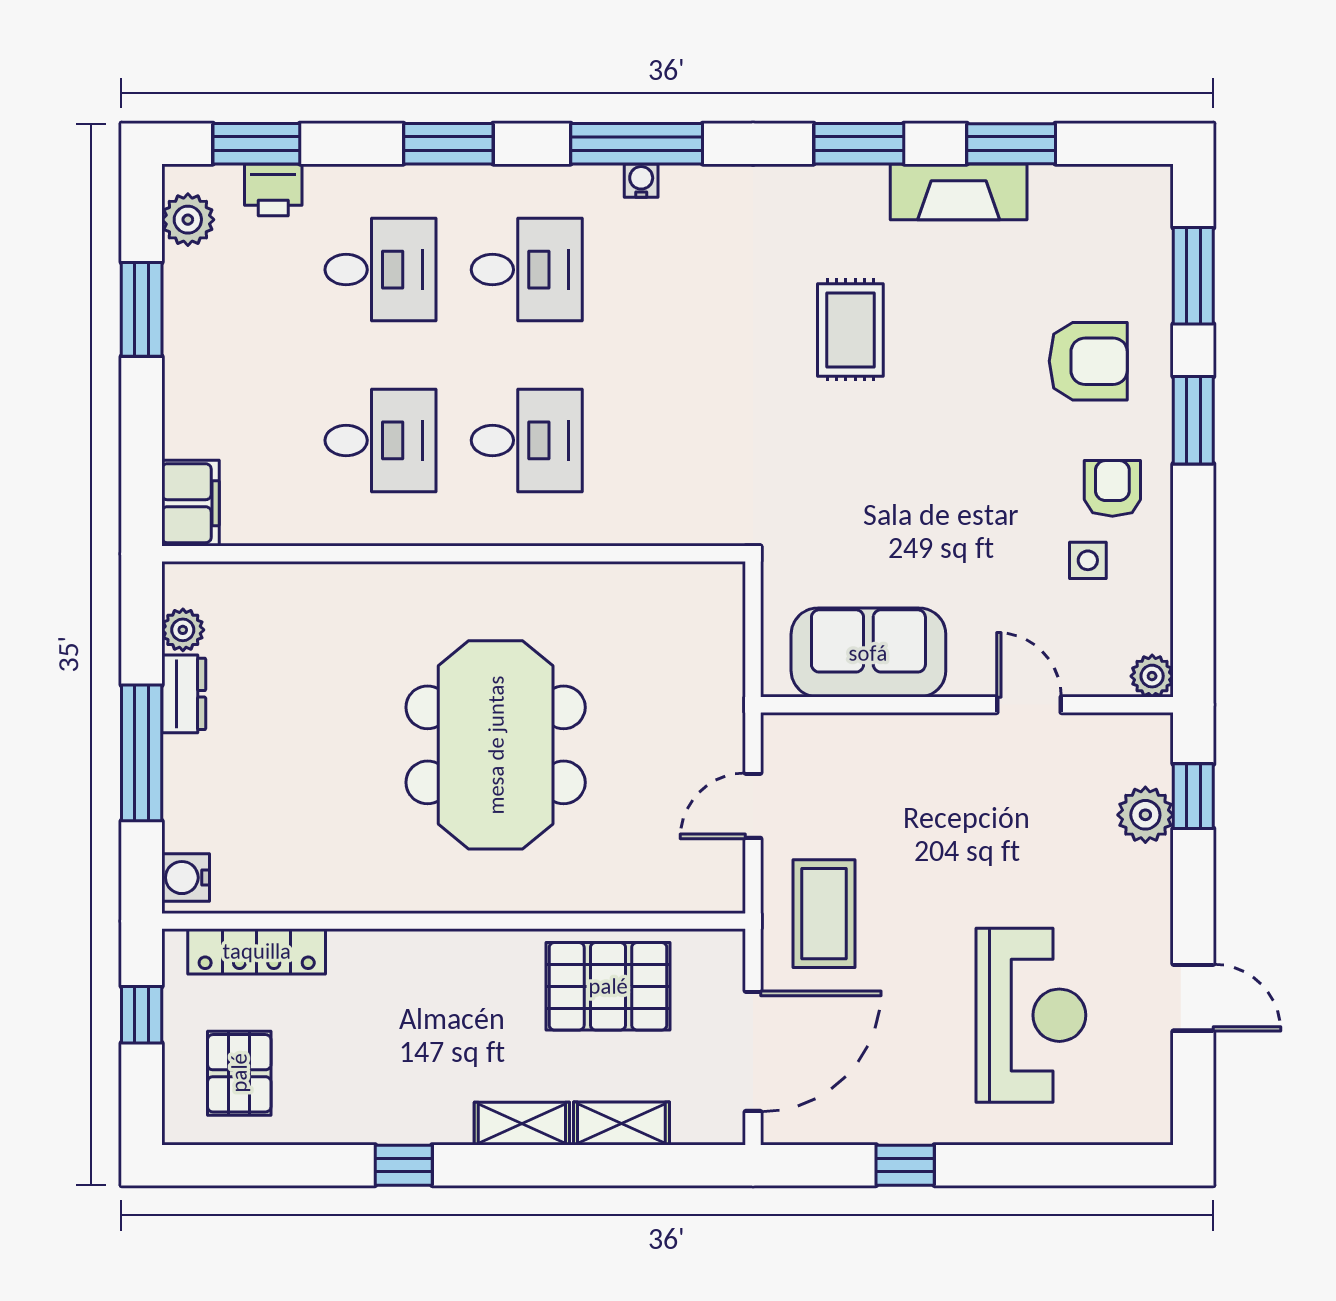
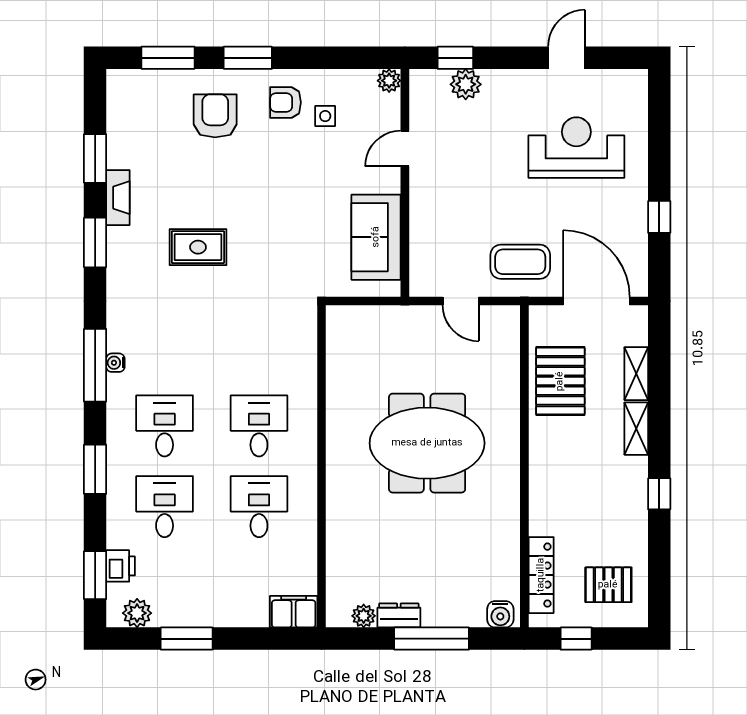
fireplace: (959, 192) -> (118, 198), width x0.73, depth x0.76

